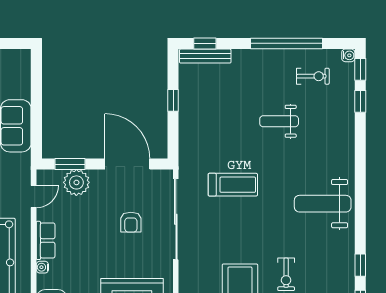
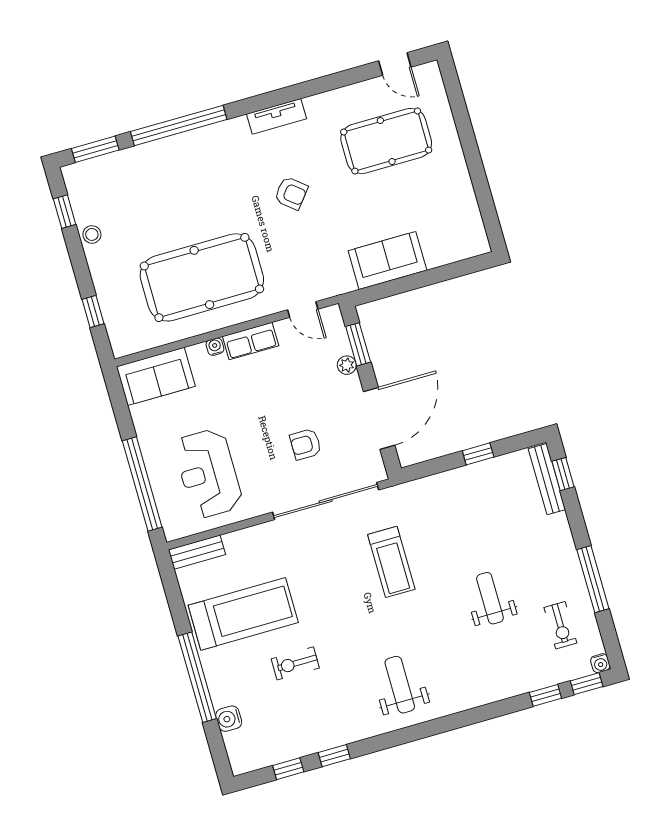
window: (286, 43) -> (593, 579), width x0.68
plant: (76, 182) -> (347, 365), width x0.53, depth x0.53
weight bench: (323, 204) -> (400, 685), width x0.73, depth x0.75

